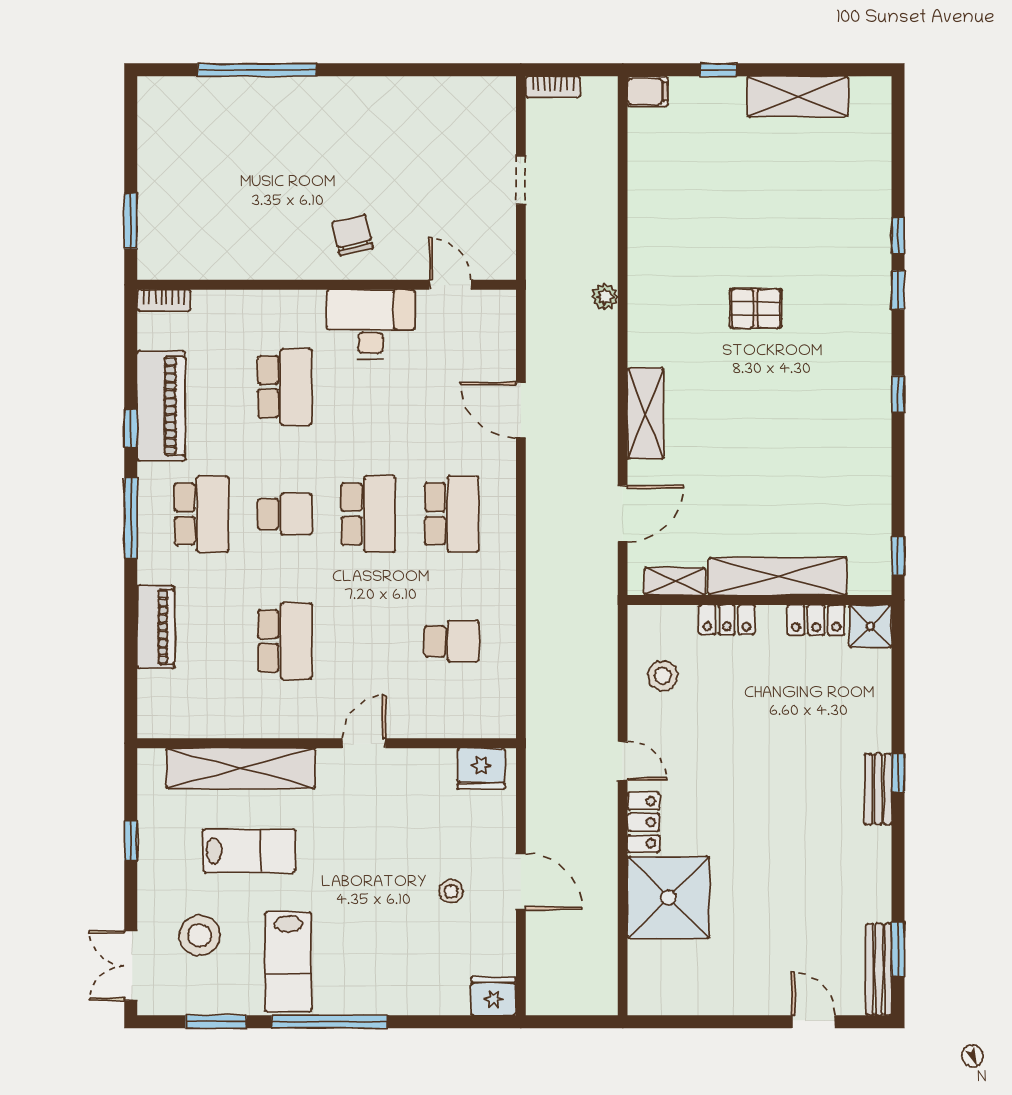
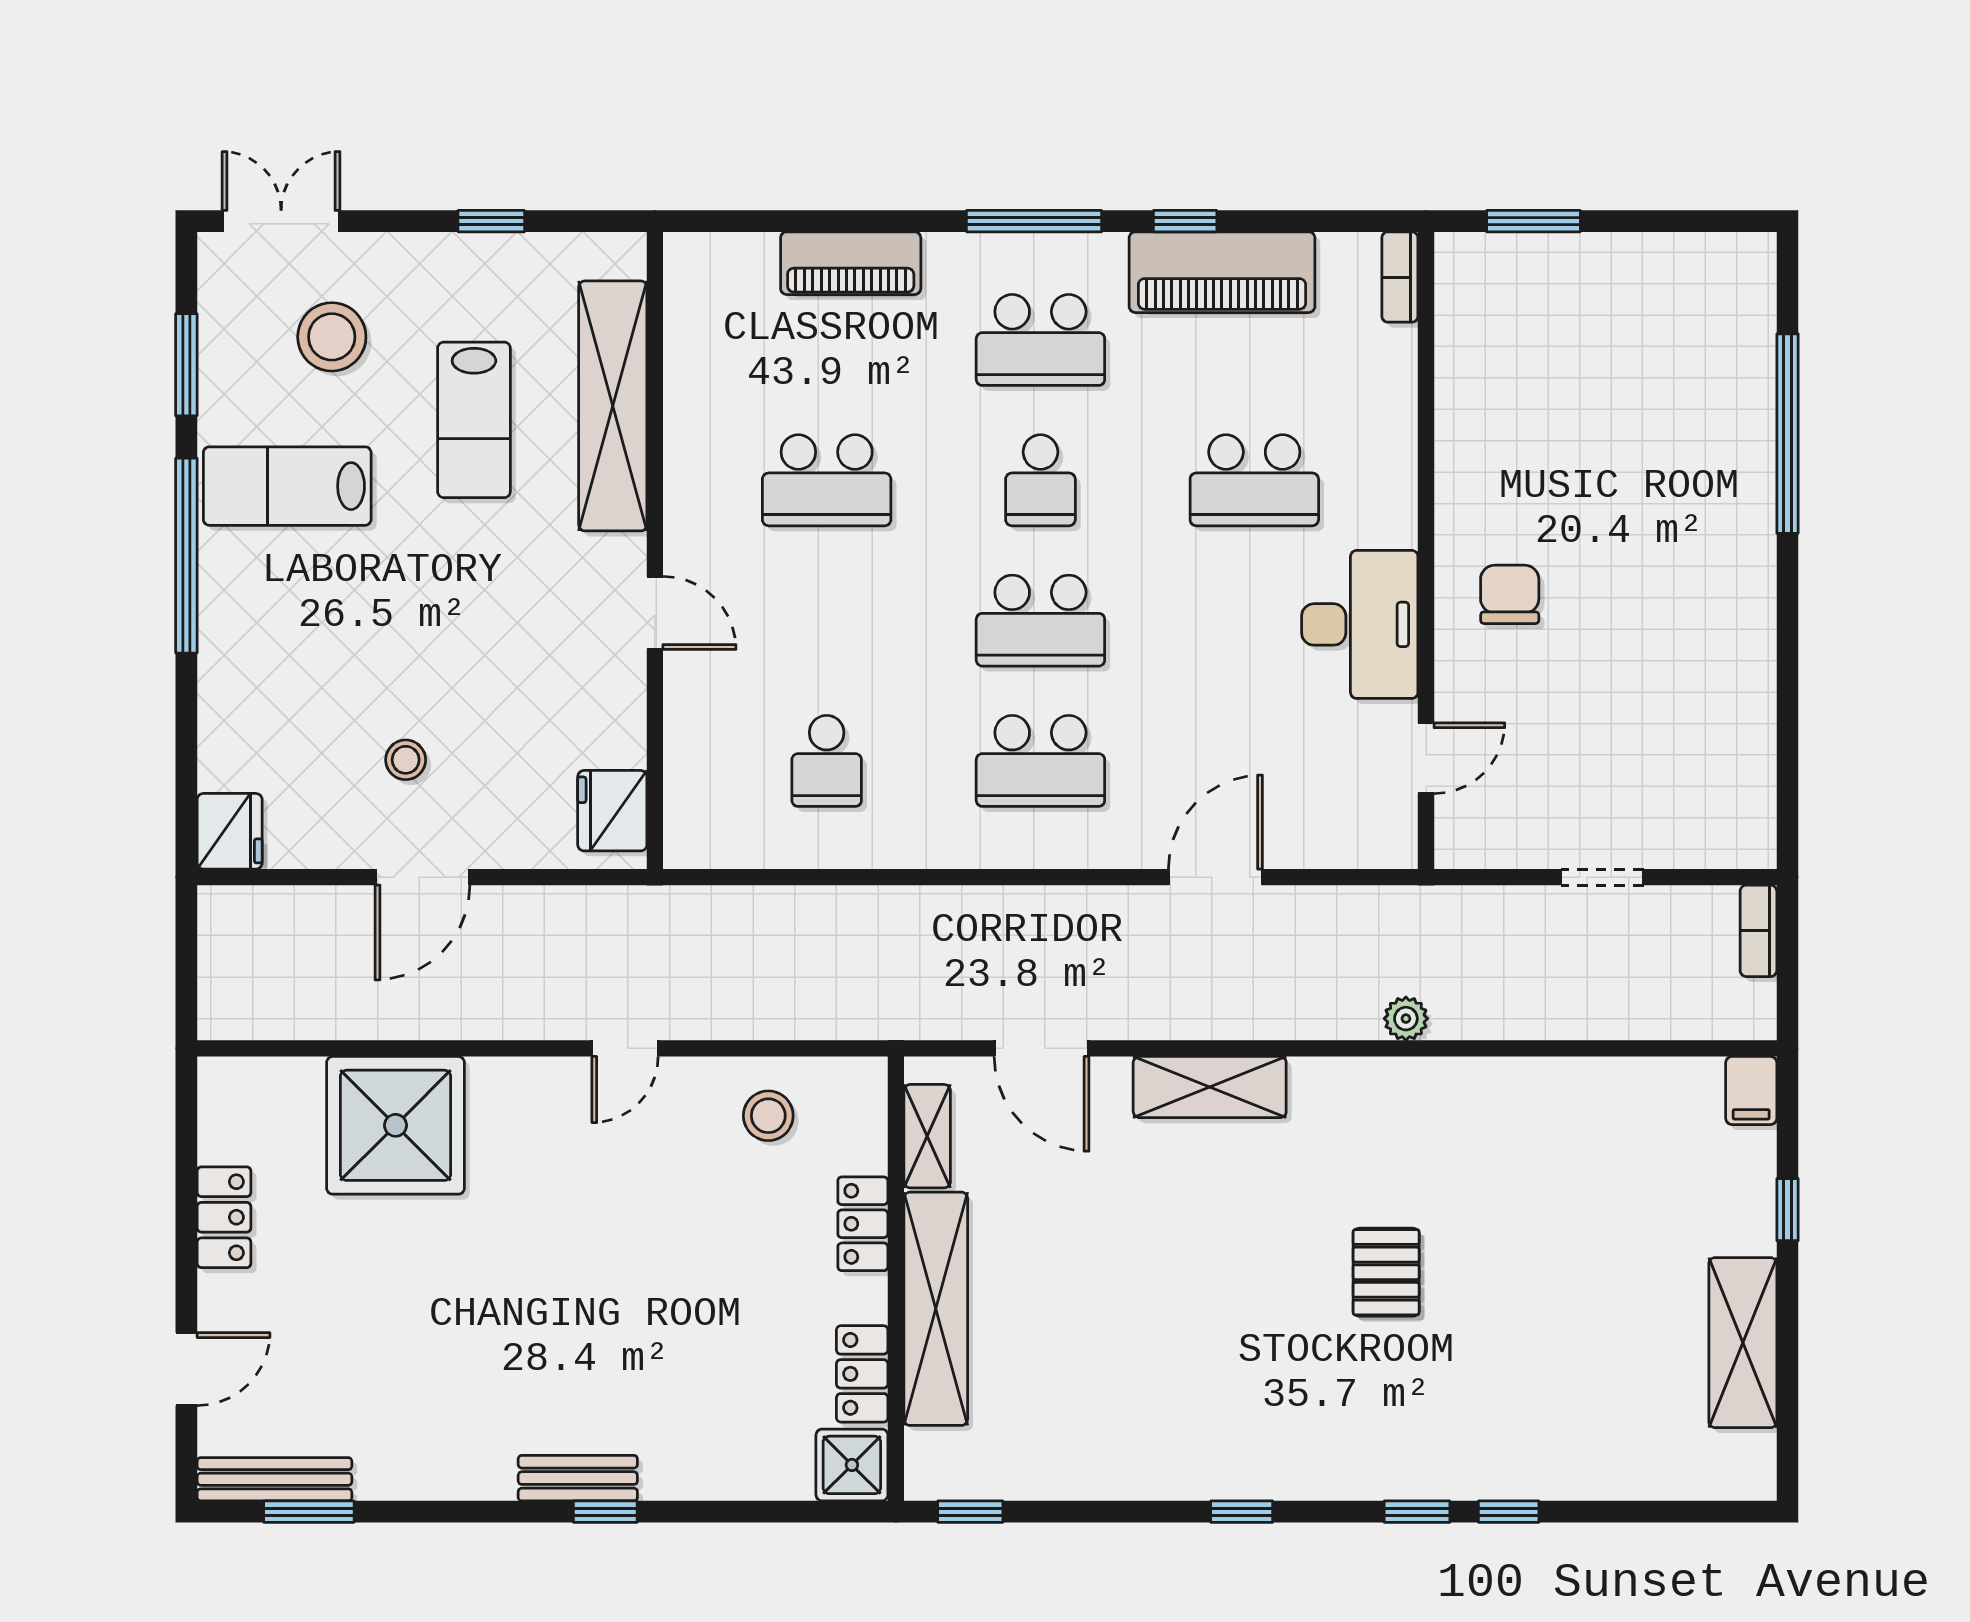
chair: (353, 235) -> (1510, 594), turned -77
locker: (643, 822) -> (224, 1217), moved, turned -90

